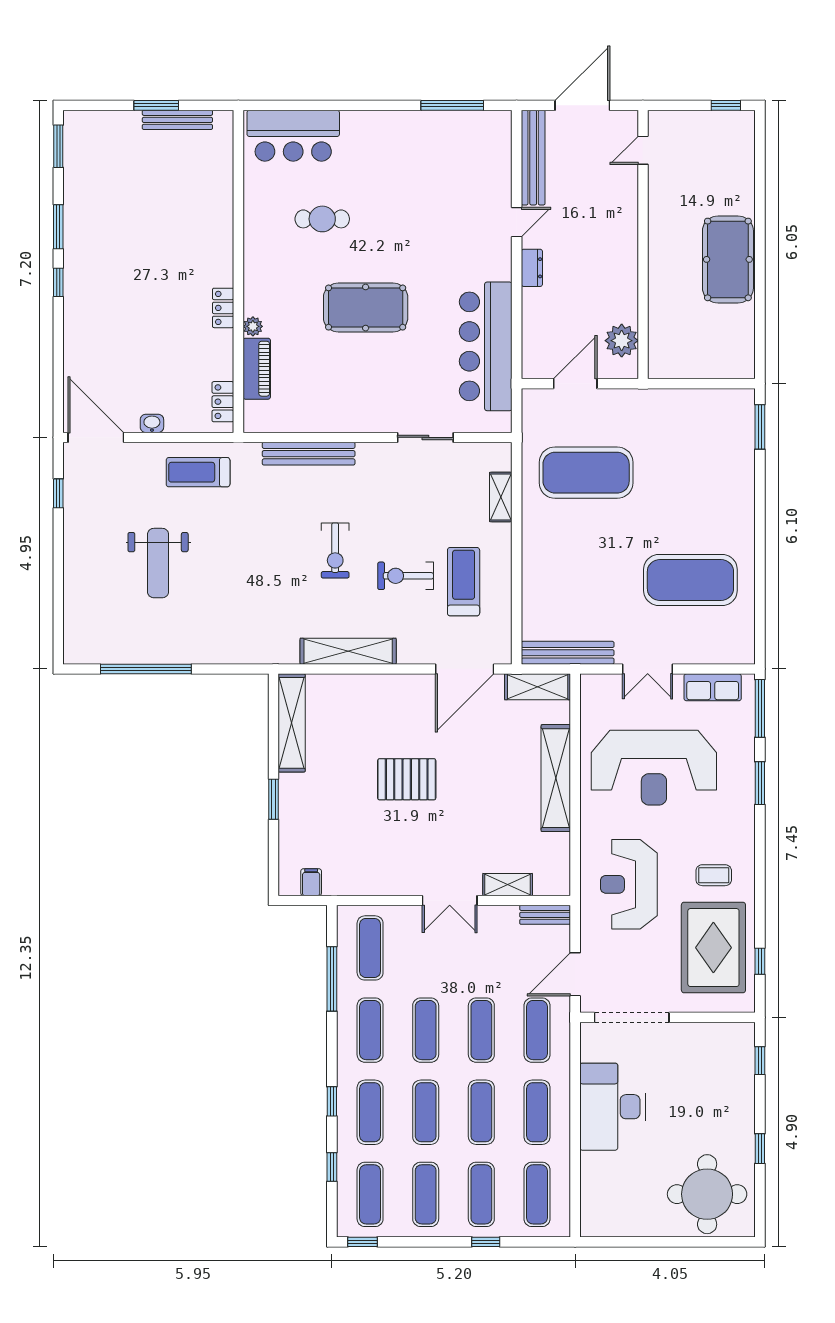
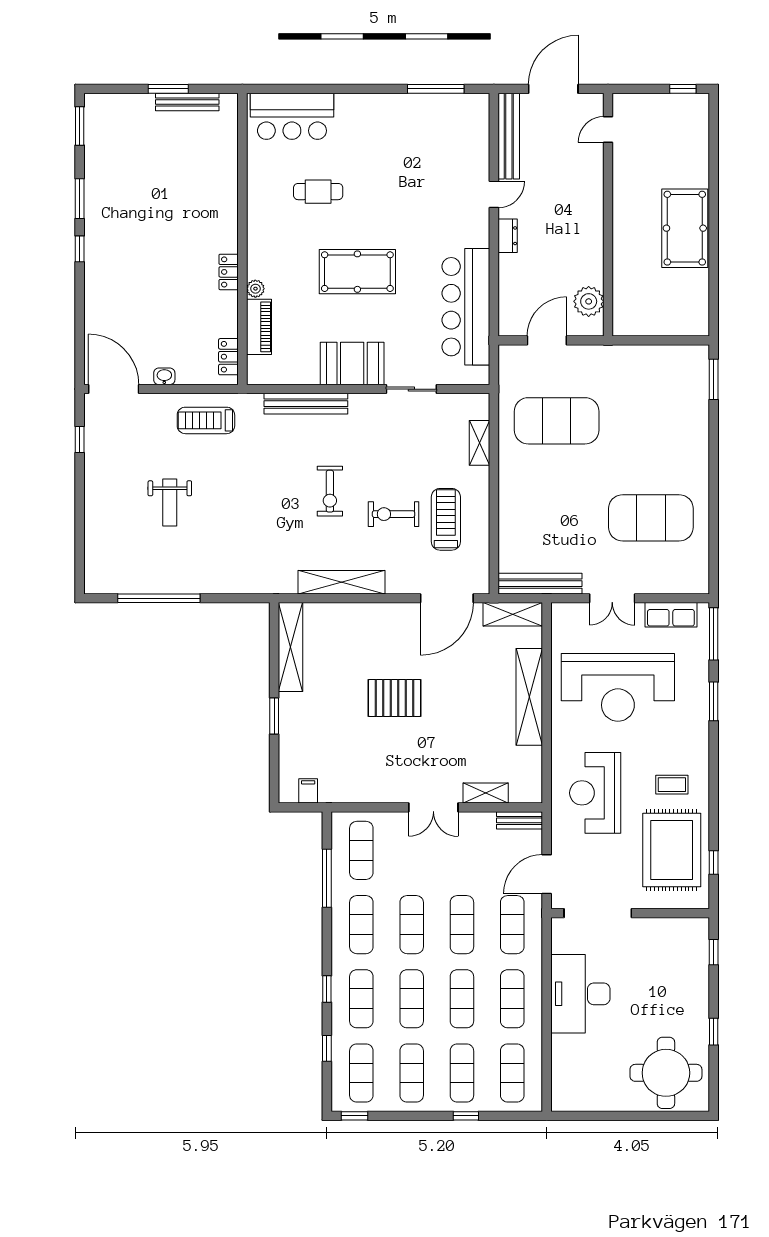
booth: (360, 409) -> (352, 363), added
weight bench: (158, 563) -> (170, 502), width x0.73, depth x0.75

